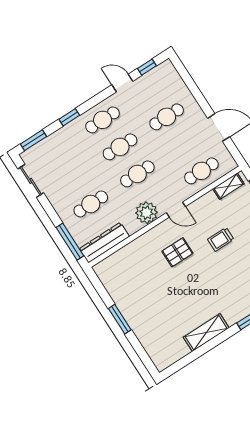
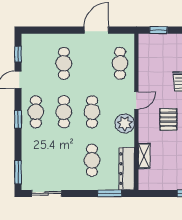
window: (69, 117) -> (18, 119), moved
shelving: (228, 186) -> (144, 156), moved
window: (70, 242) -> (110, 193), width x0.69

